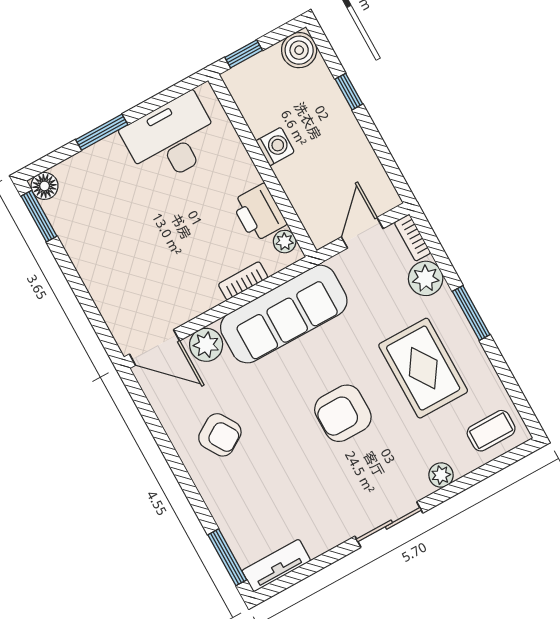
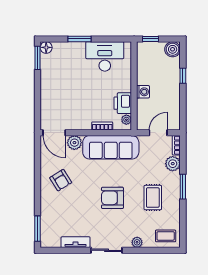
washing machine: (275, 146) -> (143, 92), moved
rug: (423, 368) -> (153, 198), width x0.73, depth x0.70
tv unit: (276, 566) -> (76, 242), moved

